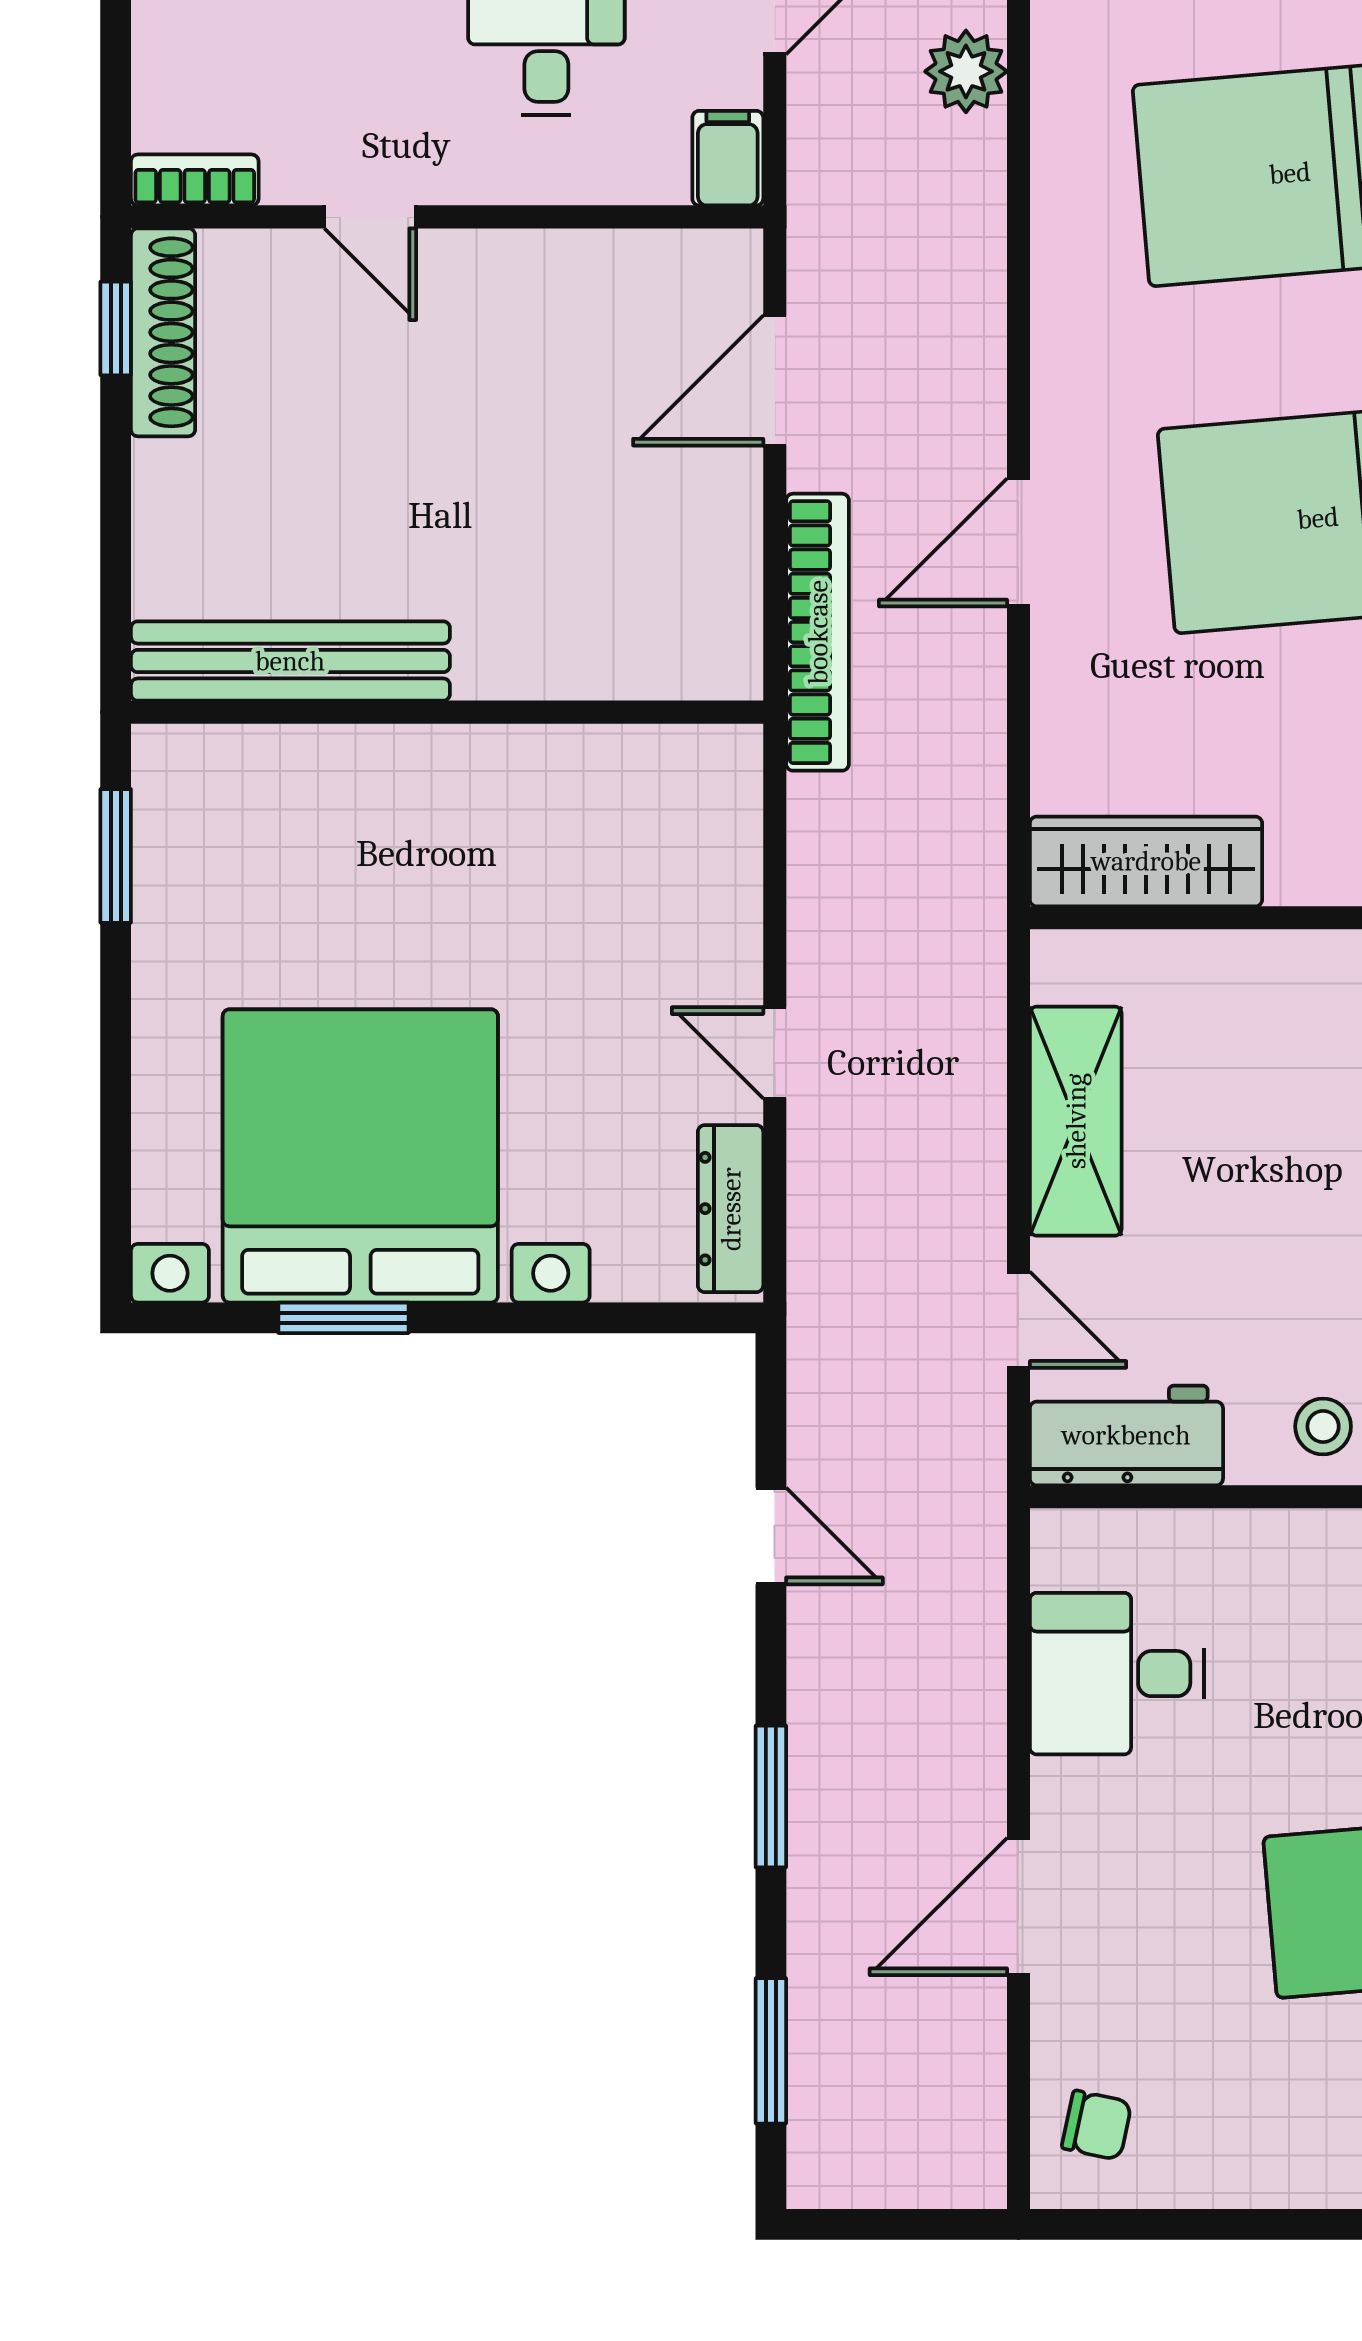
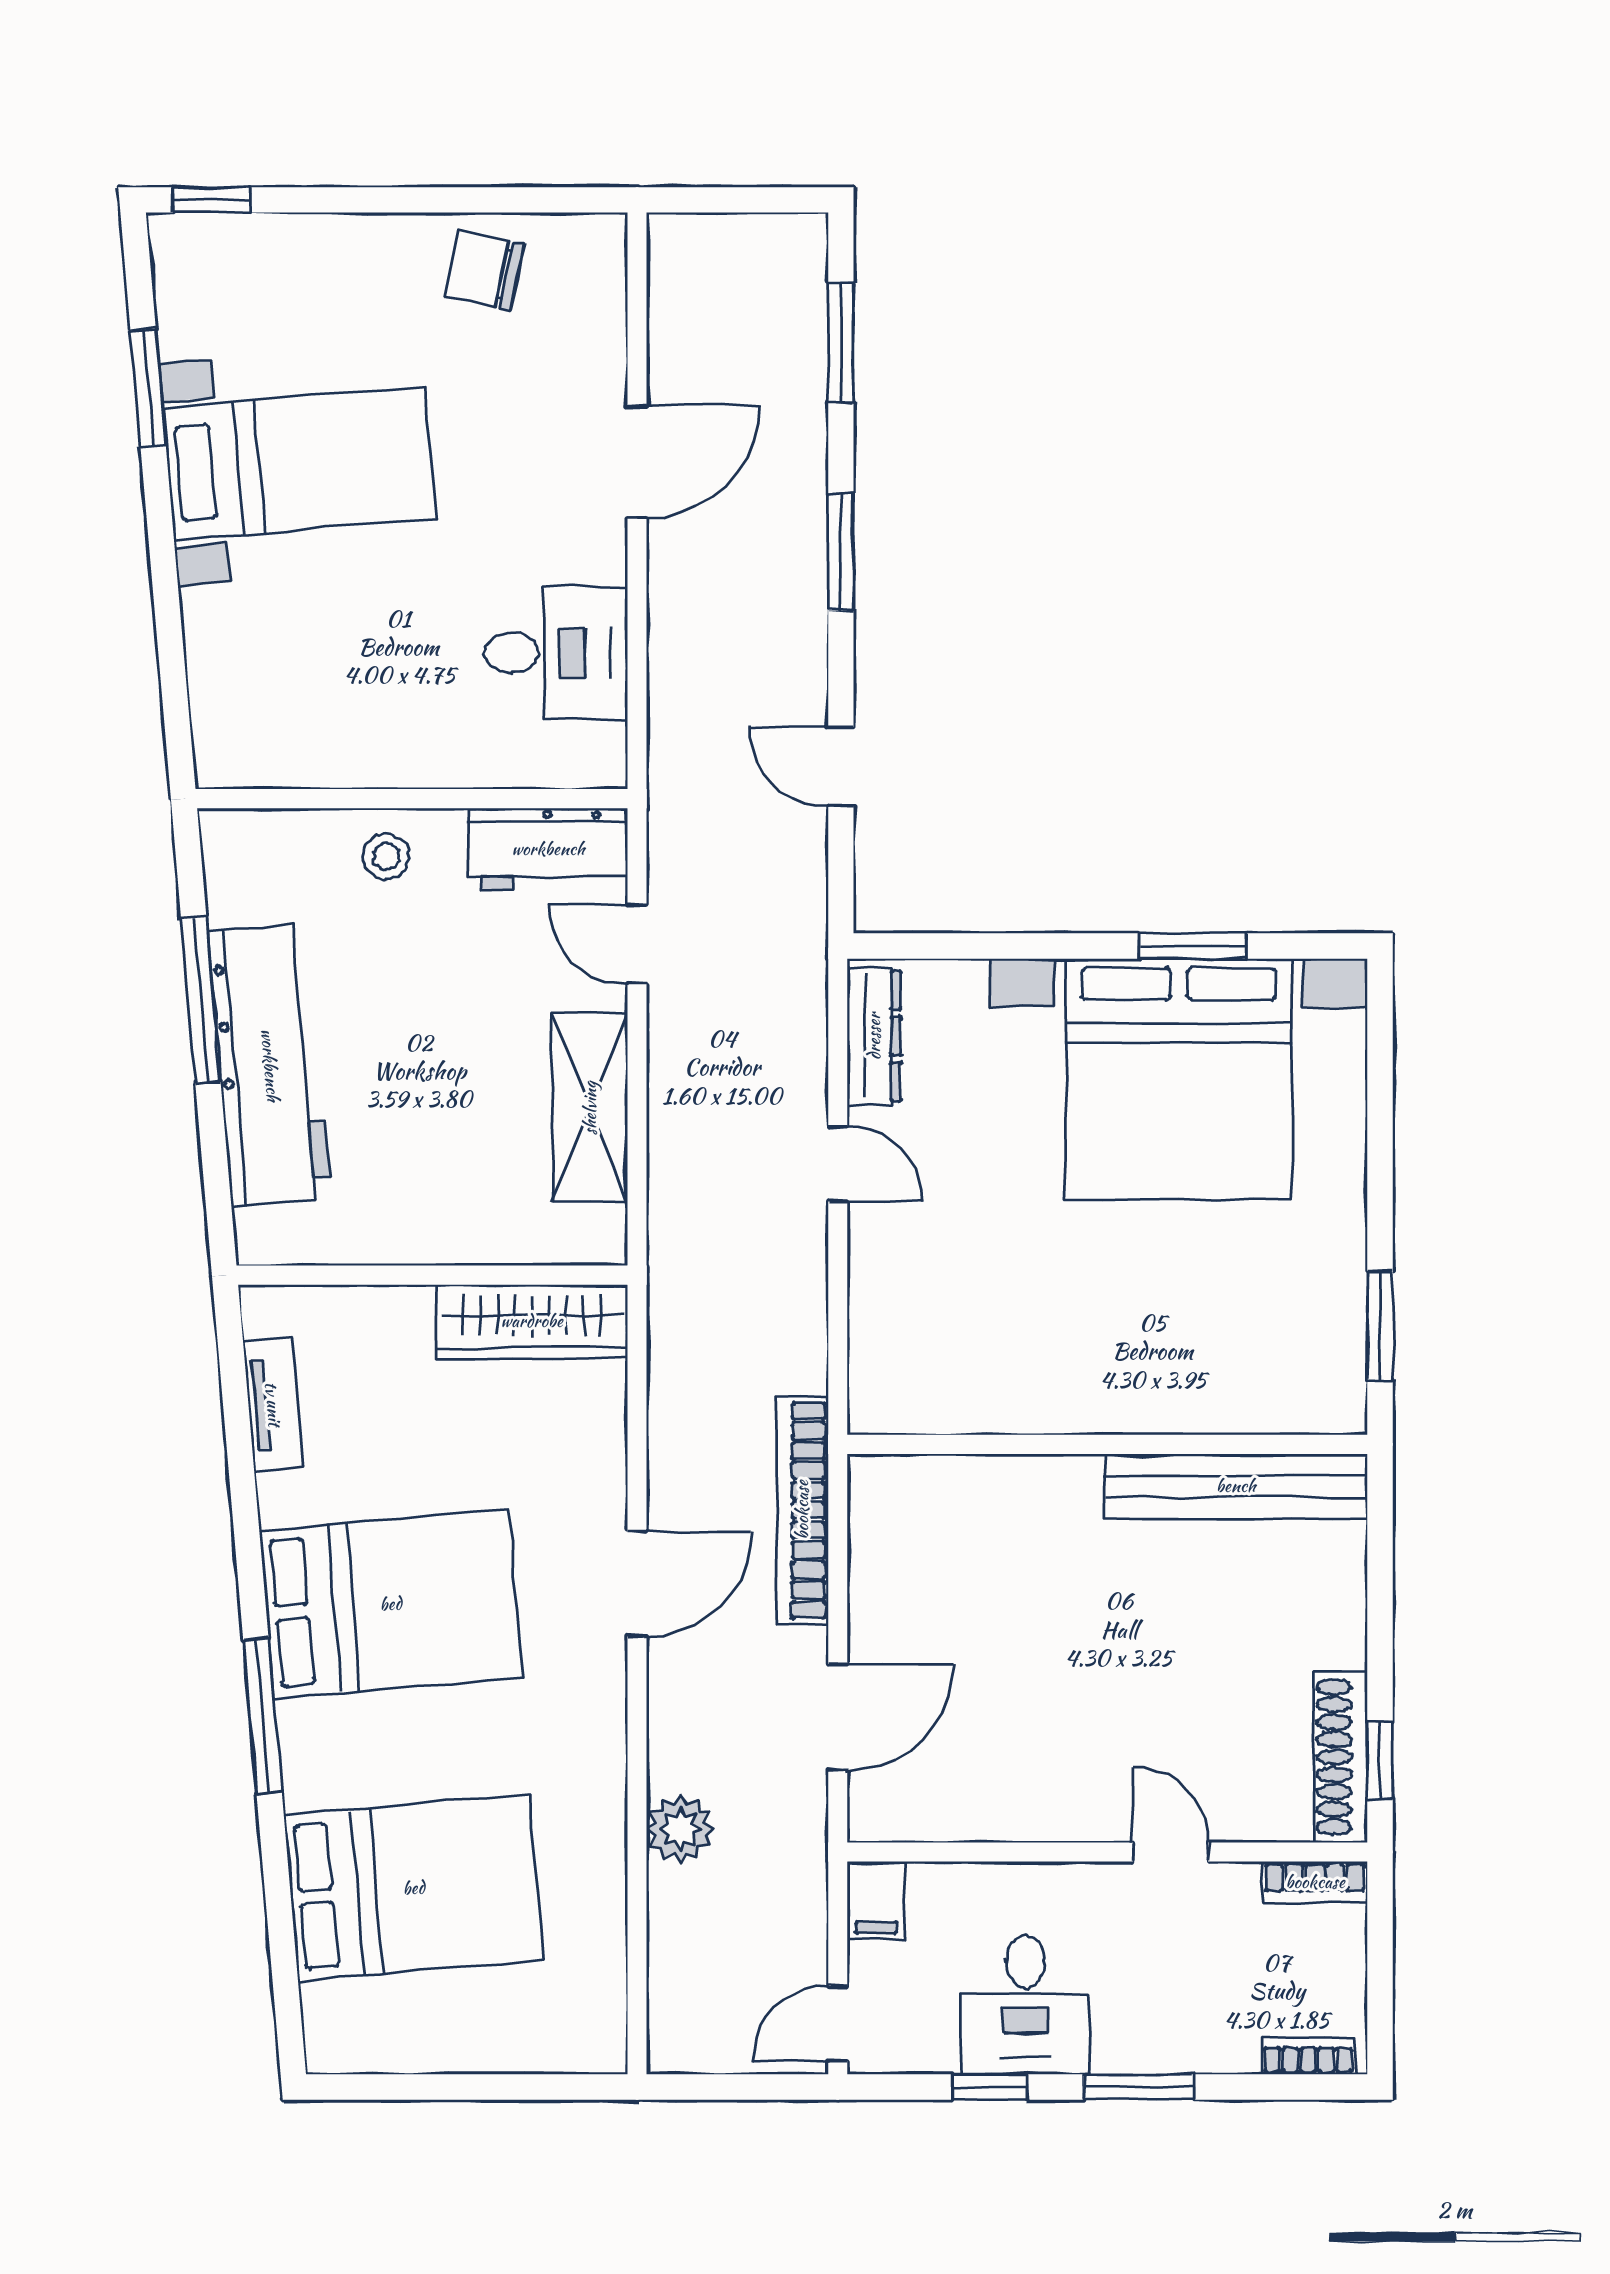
plant: (966, 71) -> (680, 1829), moved
chair: (1097, 2125) -> (484, 270), moved, width x1.37, depth x1.37

